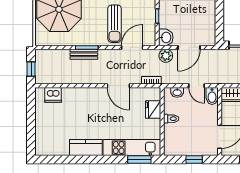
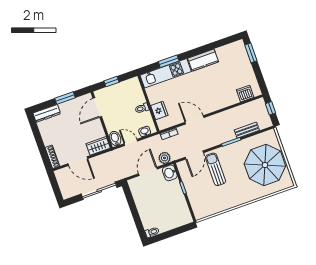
bench: (84, 54) -> (247, 130), moved
window: (31, 137) -> (251, 53), added
window: (139, 160) -> (169, 61), moved

